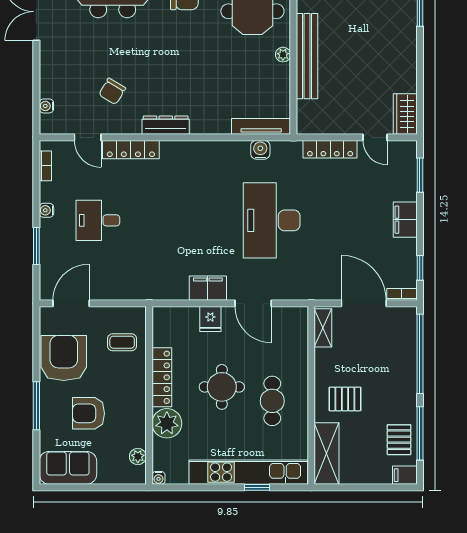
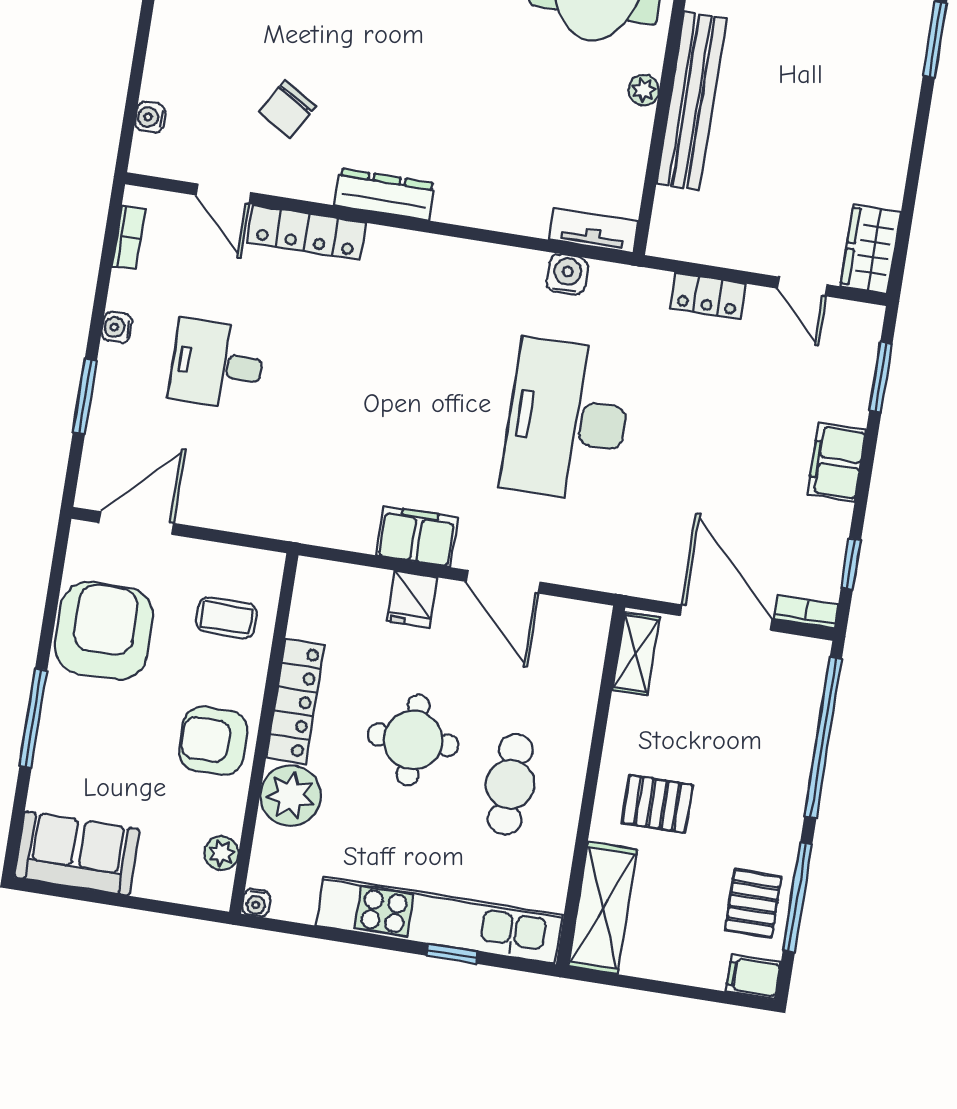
tv unit: (261, 126) -> (593, 230), width x0.71
locker: (330, 149) -> (708, 296), width x0.66
armchair: (89, 413) -> (213, 741), moved

